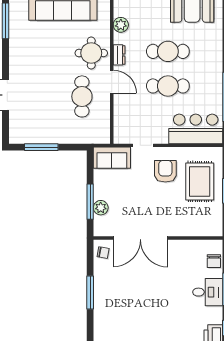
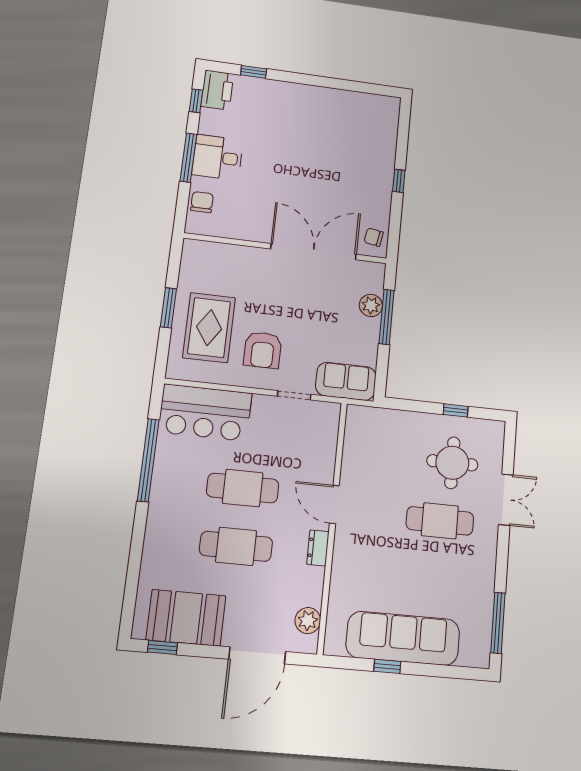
plant: (121, 25) -> (308, 621), moved
round table: (91, 53) -> (452, 463), moved
cafe table: (82, 96) -> (440, 521), moved, turned 90
window: (41, 147) -> (456, 410), width x0.46
window: (90, 293) -> (399, 181), width x0.46

